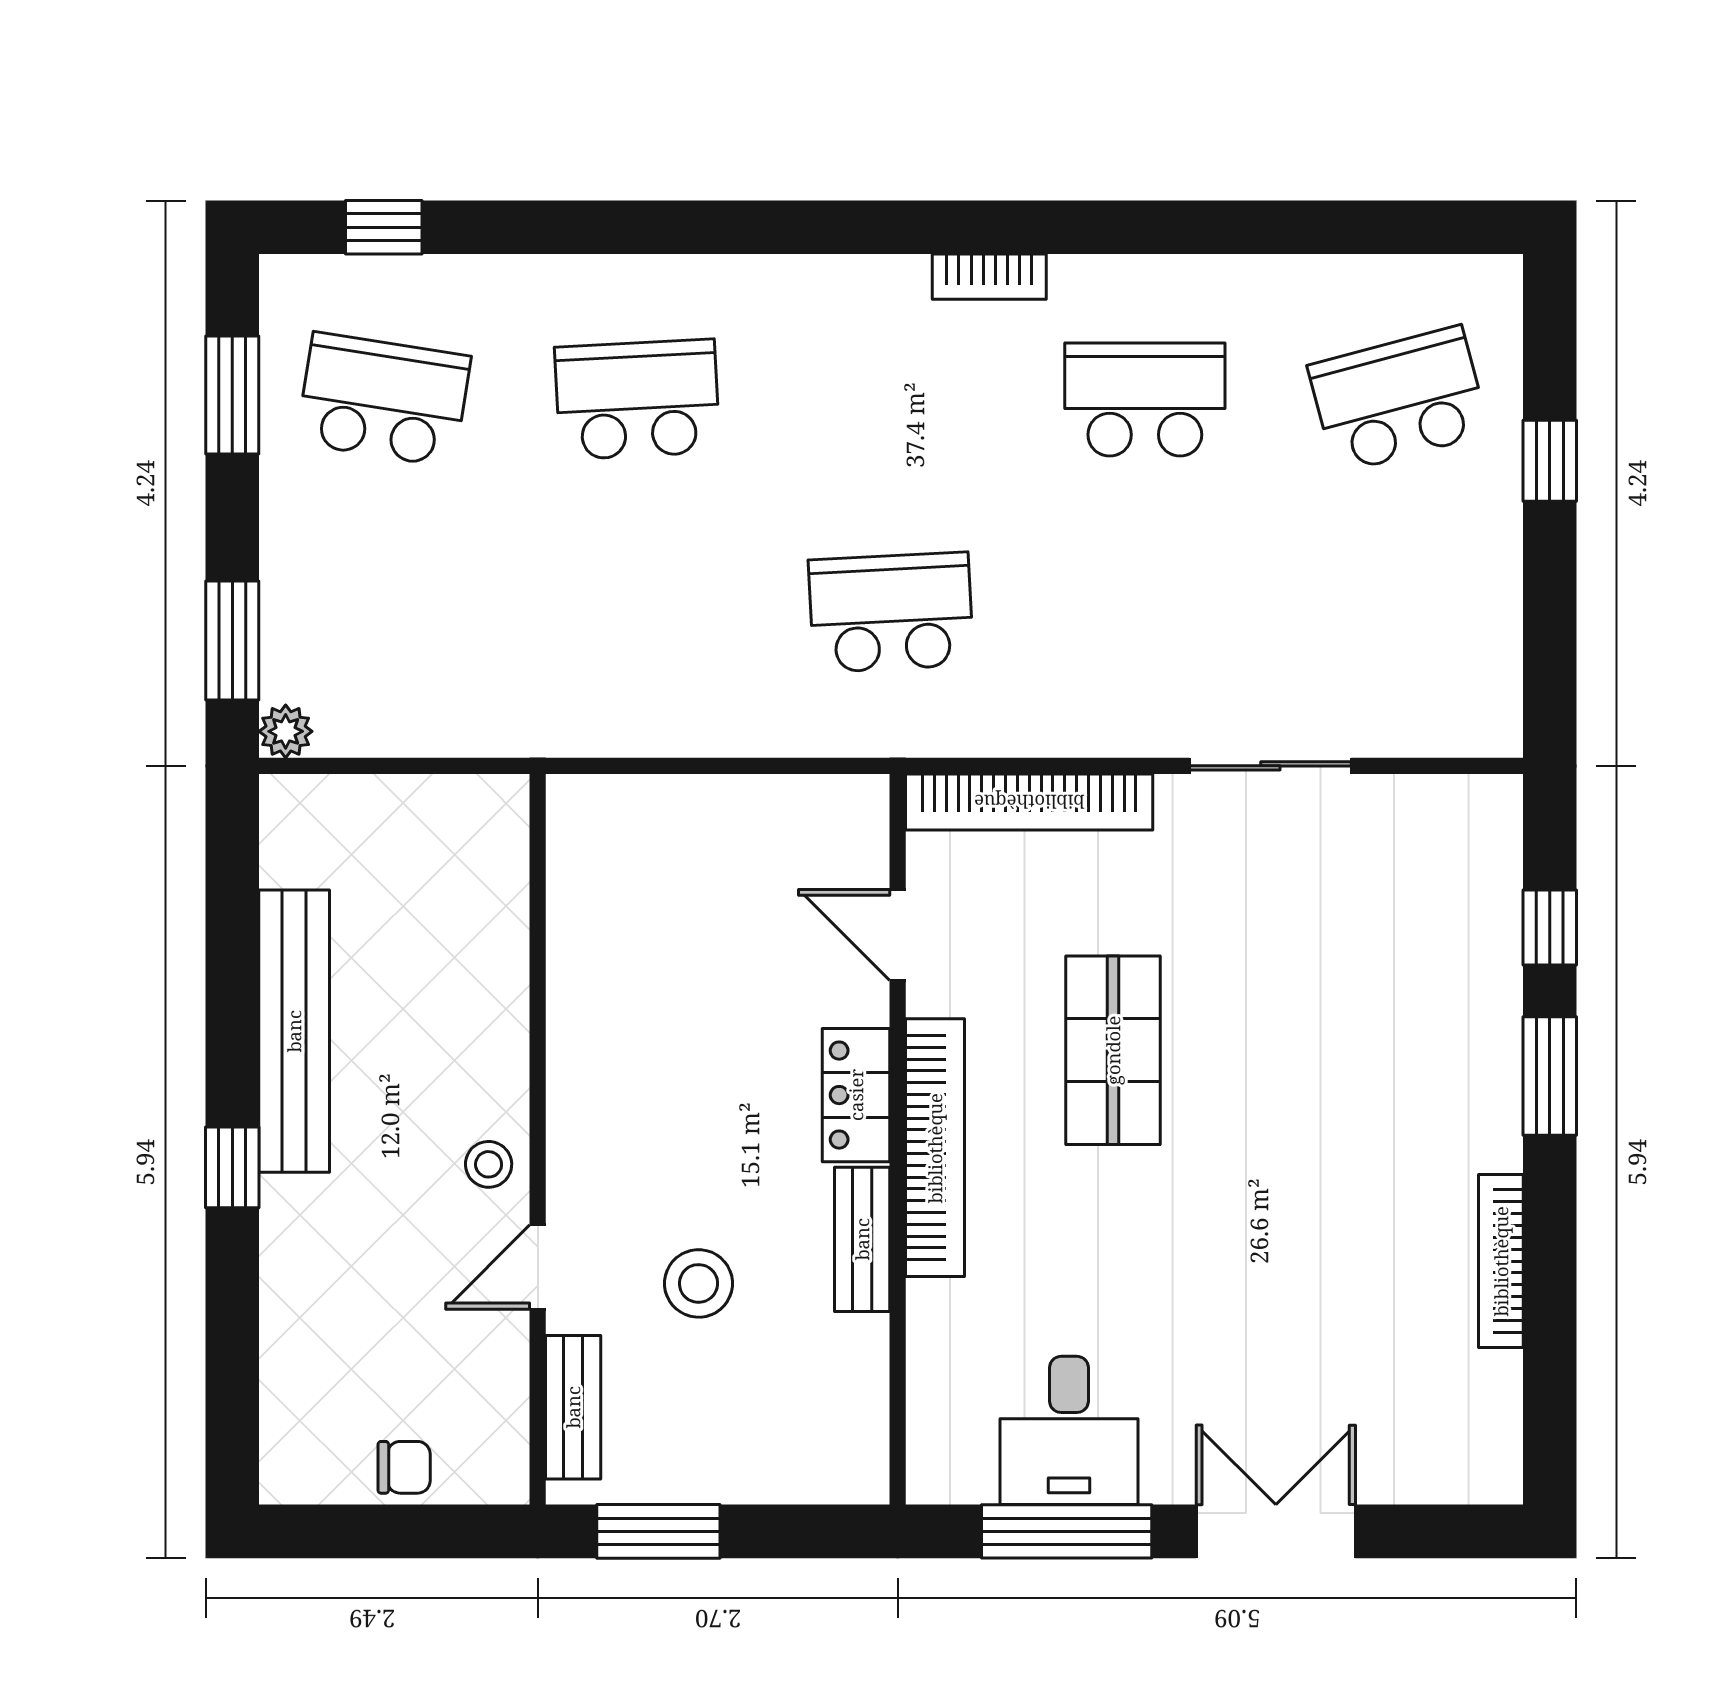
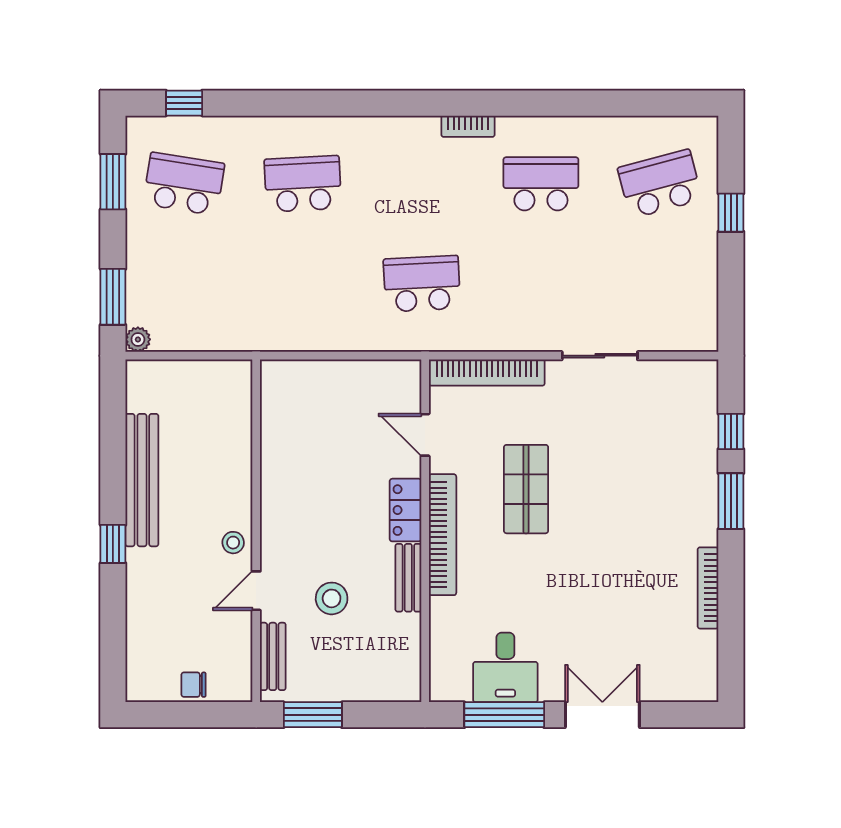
chair: (404, 1467) -> (194, 685), turned 180

